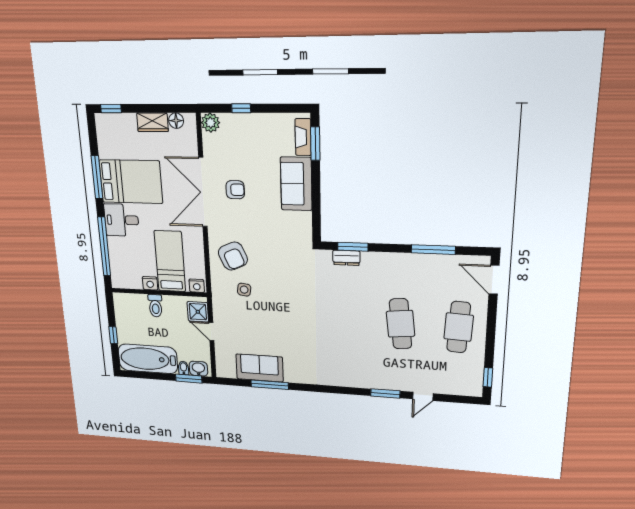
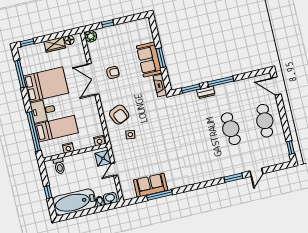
fireplace: (303, 137) -> (160, 85), moved
window: (315, 144) -> (161, 58), moved
window: (97, 177) -> (20, 74), moved
double door: (203, 192) -> (93, 79), width x0.73
window: (433, 250) -> (221, 81), moved
dresser: (346, 258) -> (206, 92), moved
bed: (170, 261) -> (56, 129), moved, turned 90
toilet: (155, 306) -> (59, 166), moved
door: (211, 332) -> (114, 169), hinge flipped
window: (189, 379) -> (105, 208), removed

